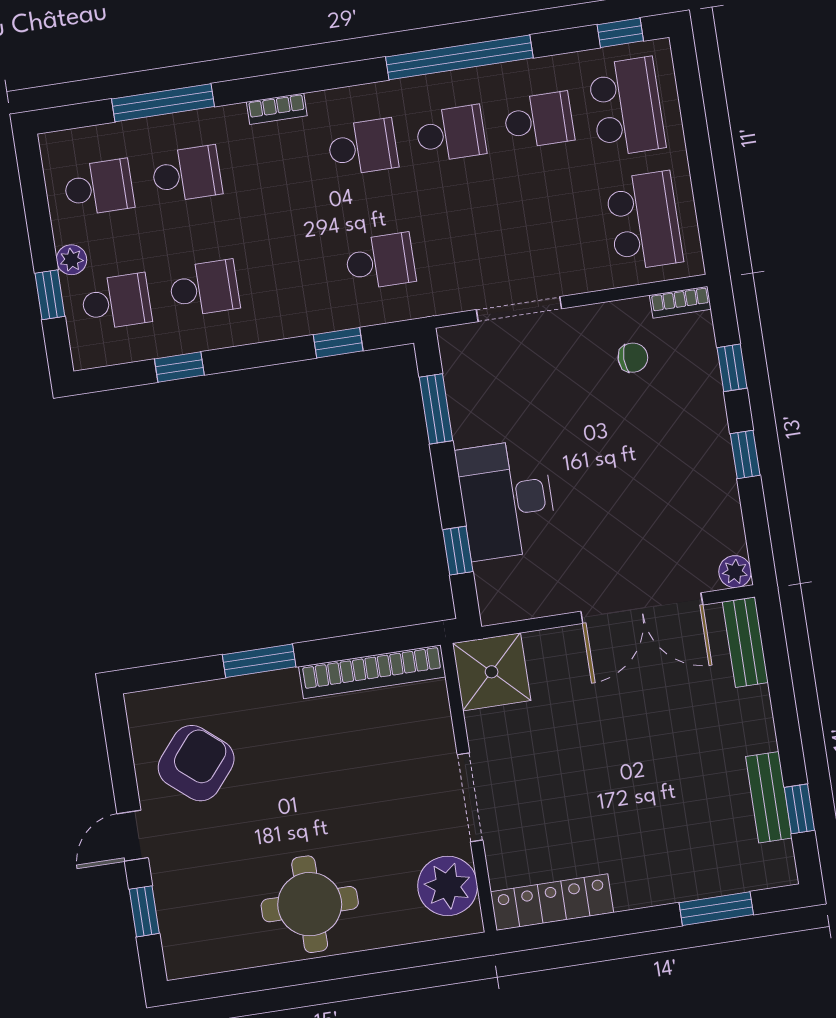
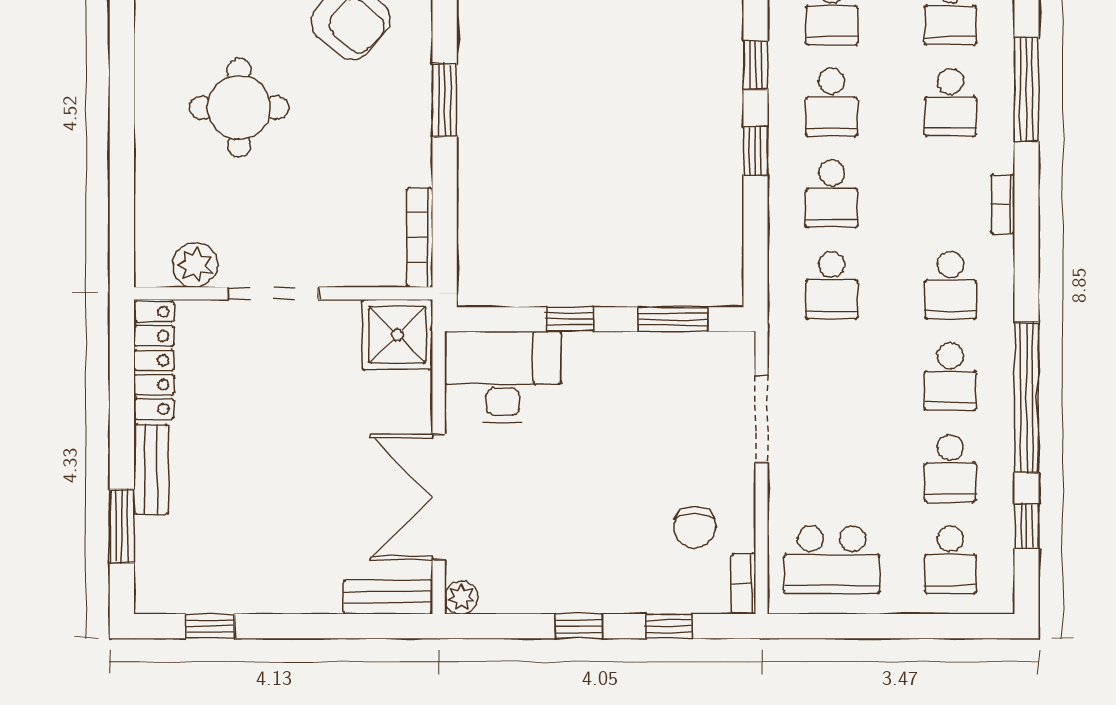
window: (620, 33) -> (1027, 526), moved
school desk: (627, 107) -> (950, 560), width x0.54
school desk: (292, 275) -> (832, 194), added
window: (338, 343) -> (756, 151), moved
chair: (633, 358) -> (695, 527), width x1.37, depth x1.37
desk: (507, 500) -> (503, 377), moved
window: (458, 551) -> (570, 319), moved
bookcase: (372, 672) -> (420, 237), width x0.68, depth x0.76
bench: (769, 797) -> (151, 470), moved, turned 90
plant: (448, 886) -> (195, 265), width x0.73, depth x0.73
round table: (310, 904) -> (239, 108), moved

